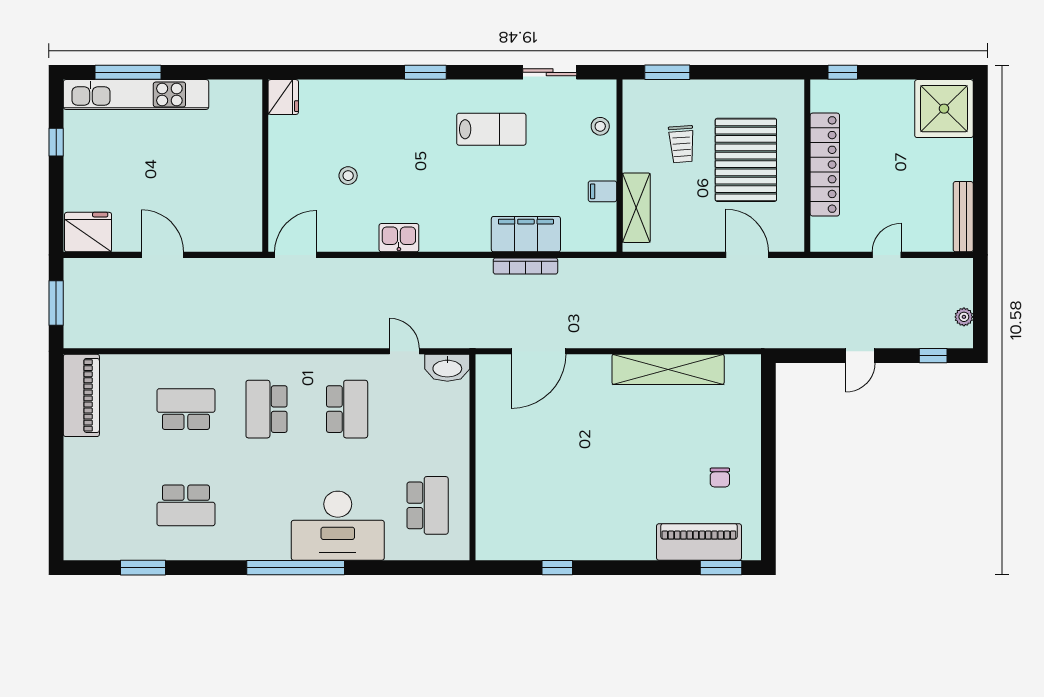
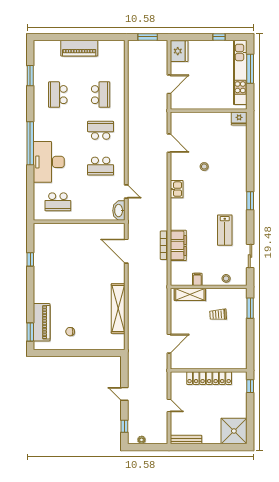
fridge: (283, 97) -> (239, 119), moved
pallet: (746, 160) -> (211, 343), removed
wall: (265, 166) -> (209, 111), moved
door: (404, 351) -> (126, 191), hinge flipped
piano: (81, 395) -> (79, 48), moved

